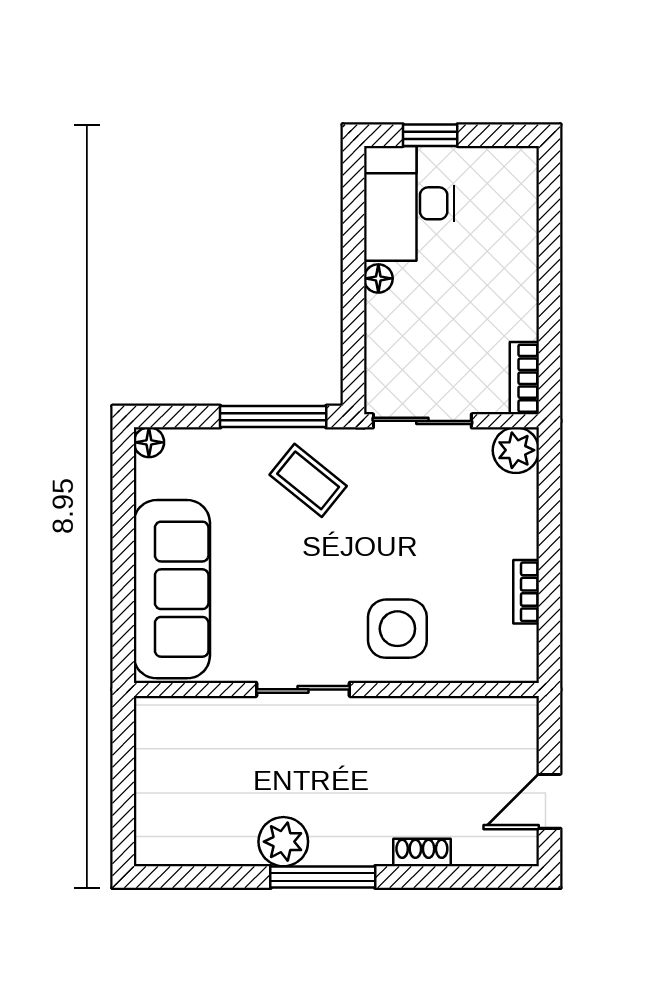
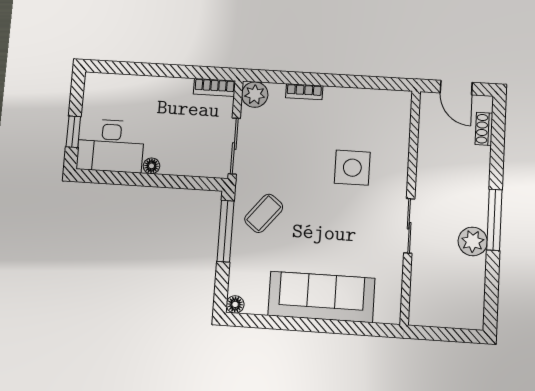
bookcase: (526, 592) -> (304, 92), moved
sliding door: (303, 689) -> (409, 226), moved
wall: (336, 689) -> (410, 206), moved
shoe rack: (422, 852) -> (484, 129), moved

